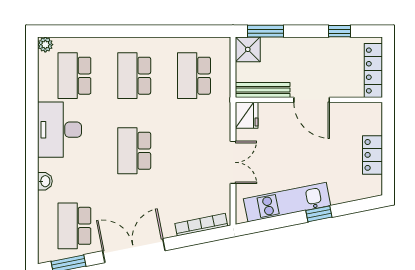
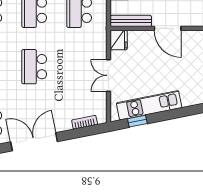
double door: (233, 162) -> (108, 75), swing flipped
window: (319, 214) -> (137, 121), moved
bookcase: (201, 225) -> (85, 122), width x0.64

